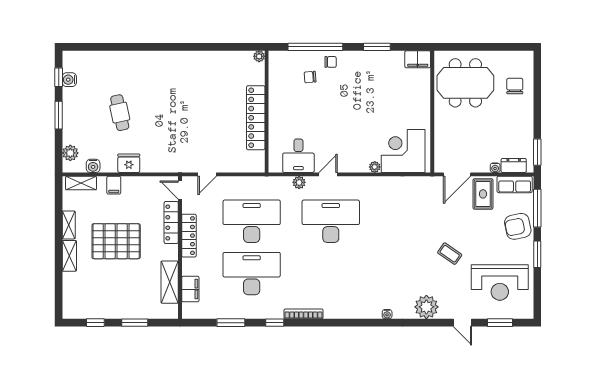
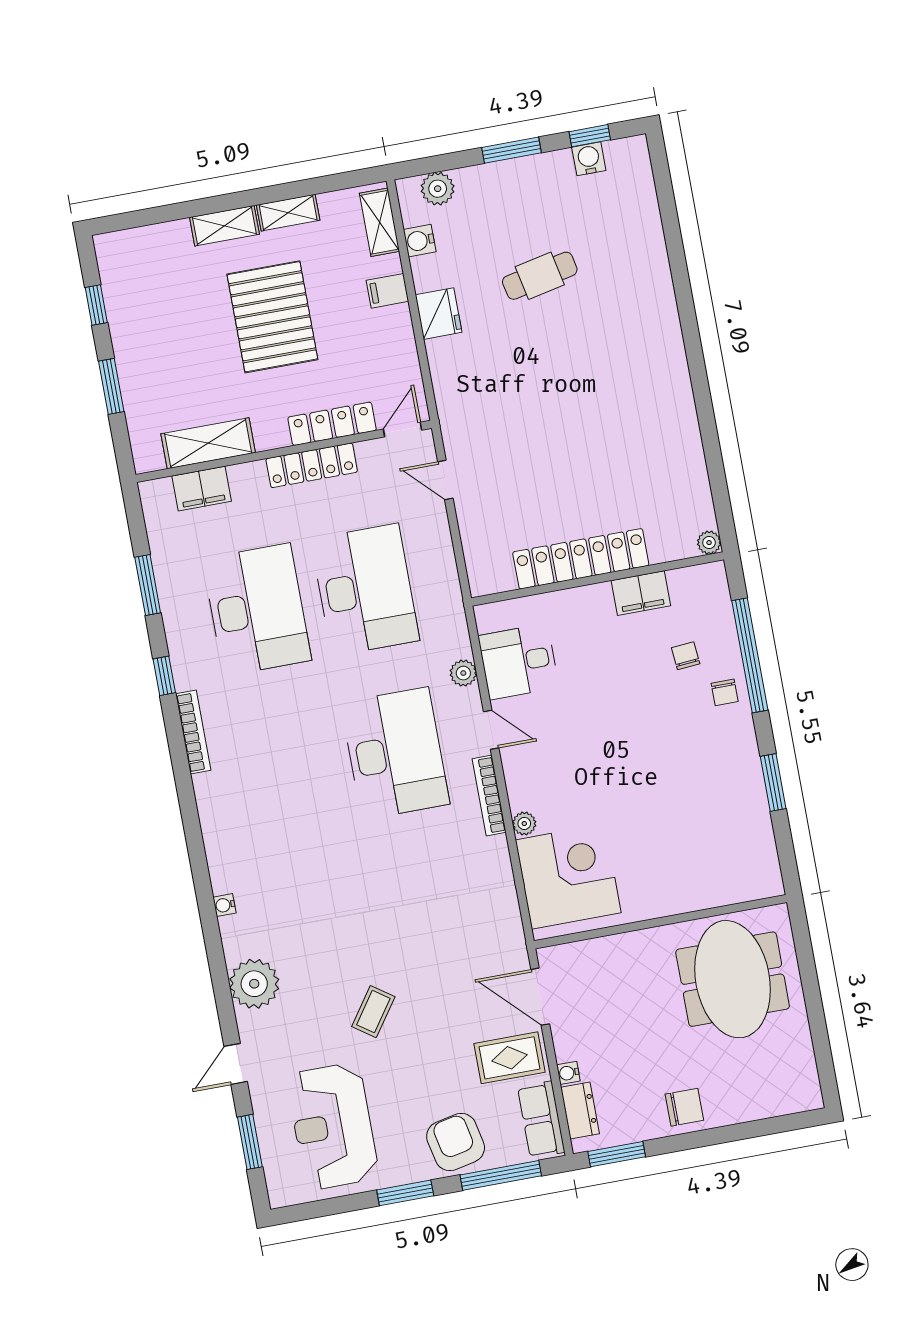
filing cabinet: (418, 59) -> (641, 593), moved, turned -90
chair: (515, 86) -> (684, 1107), moved
bookcase: (359, 181) -> (489, 795), added

